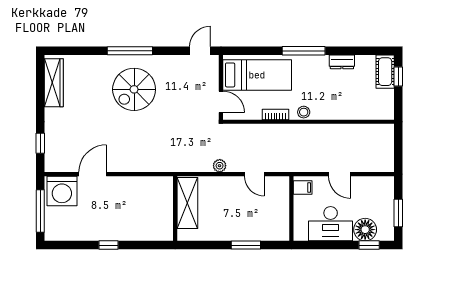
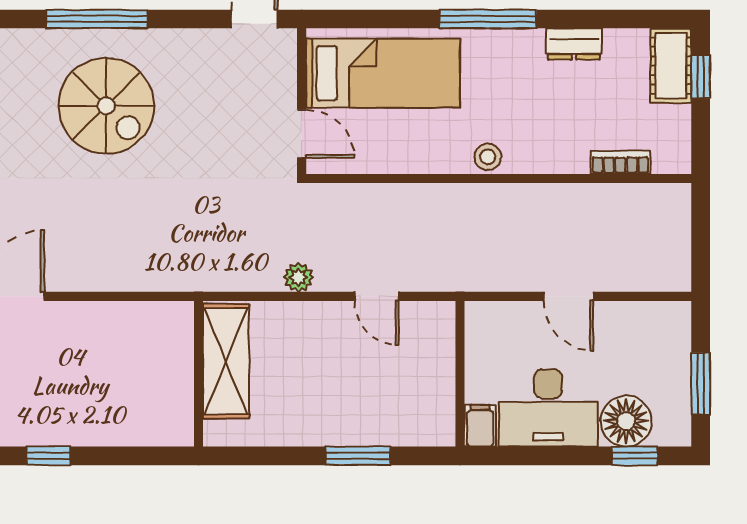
spiral stairs: (134, 89) -> (106, 106), turned -90
bookcase: (276, 114) -> (621, 162), moved
filing cabinet: (303, 188) -> (480, 426), moved, turned -90

